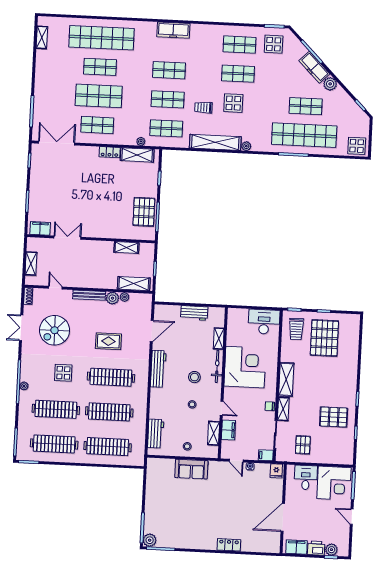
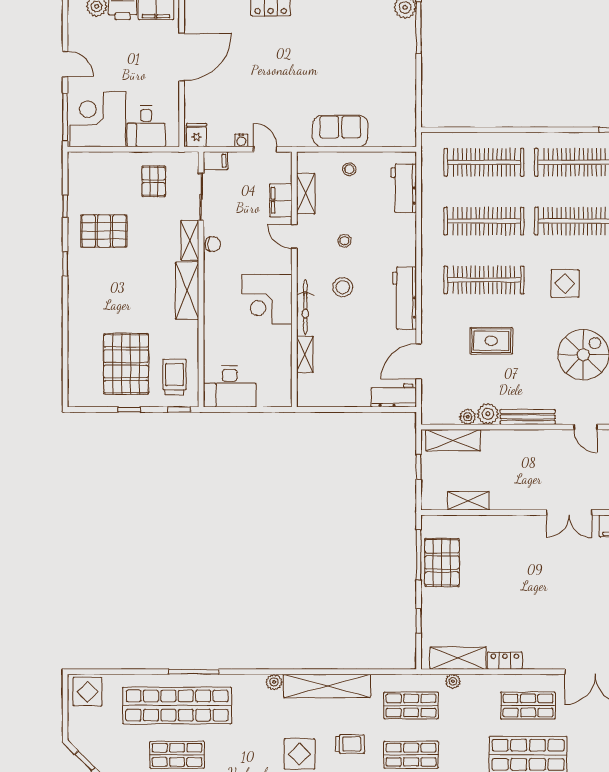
workbench: (194, 313) -> (394, 396), moved
corner desk: (245, 367) -> (267, 299), width x0.74, depth x0.74

